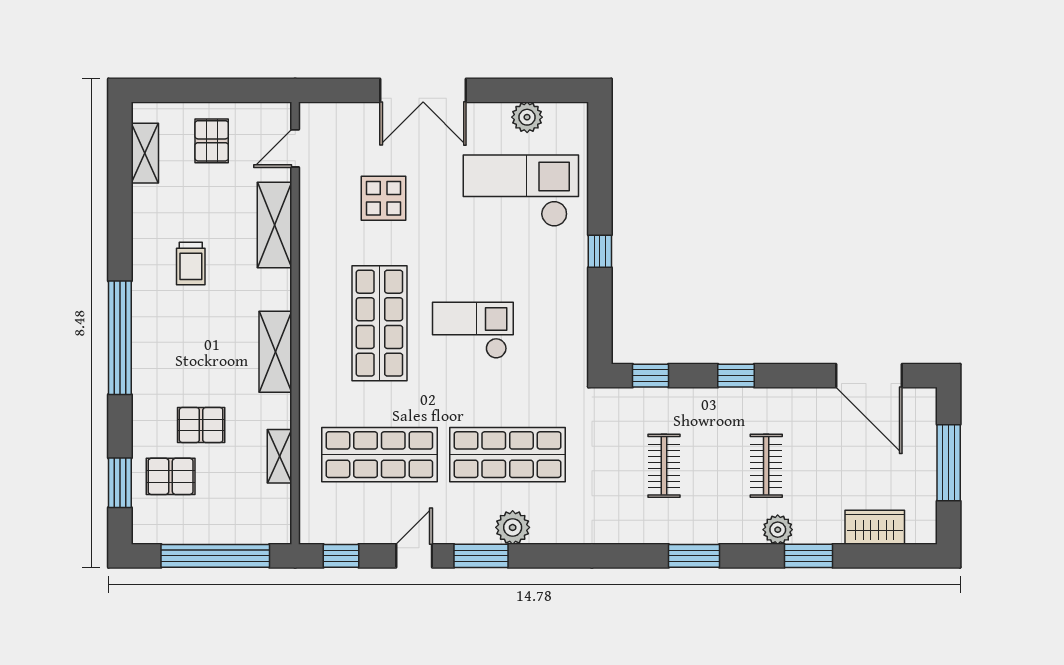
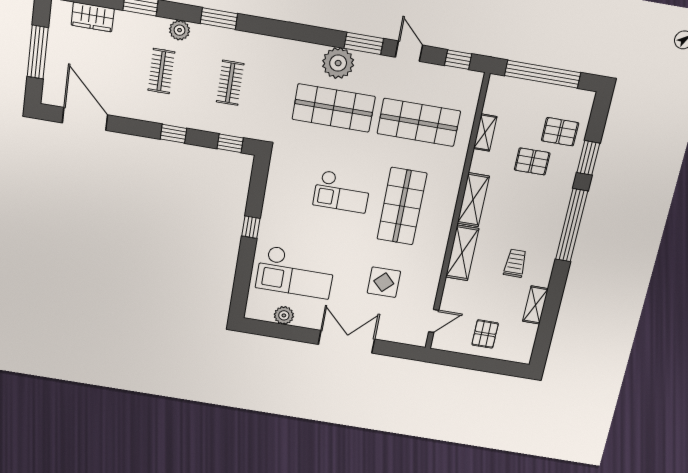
shelving: (145, 153) -> (535, 305), moved
shelving: (274, 225) -> (462, 253), moved
window: (120, 483) -> (588, 158), moved
plant: (513, 527) -> (338, 63), width x1.36, depth x1.36
plant: (778, 530) -> (180, 30), moved
door: (414, 556) -> (409, 51), swing flipped

